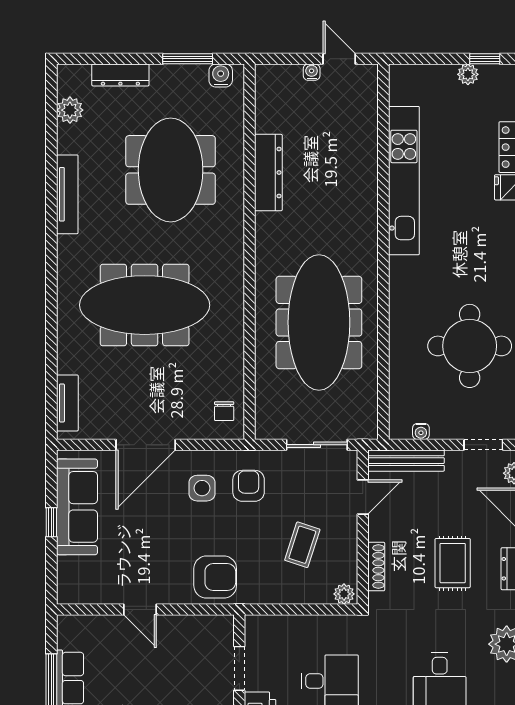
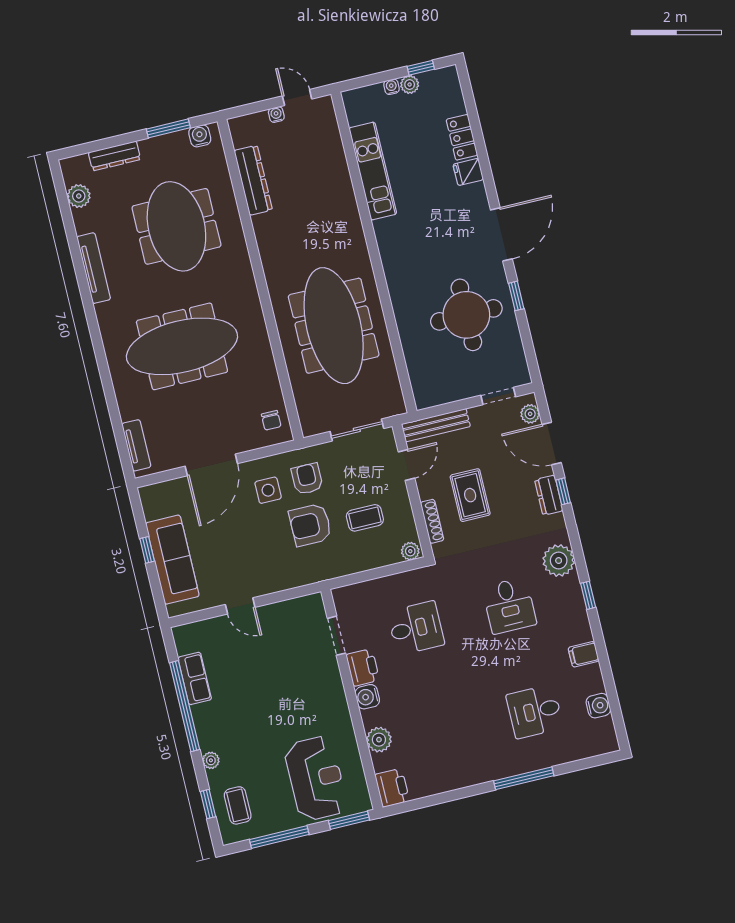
dresser: (268, 173) -> (253, 180), moved
kitchen unit: (404, 181) -> (373, 171), width x0.73
water cooler: (421, 431) -> (391, 87), moved, turned 180
sofa: (77, 507) -> (172, 560), moved
coffee table: (302, 545) -> (365, 518), turned 72
rug: (453, 563) -> (470, 495), moved
armchair: (215, 577) -> (310, 525), moved, turned 180

